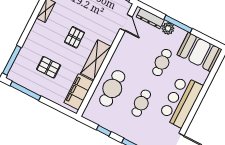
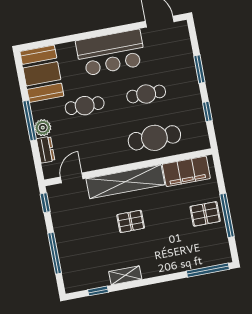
dresser: (150, 18) -> (46, 150), width x0.70
shelving: (96, 60) -> (125, 182), width x1.47
pallet: (49, 67) -> (205, 214), moved, turned 90
window: (25, 91) -> (227, 215), moved

